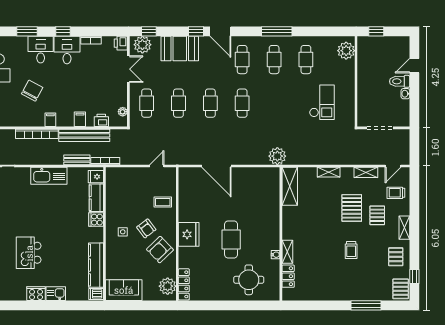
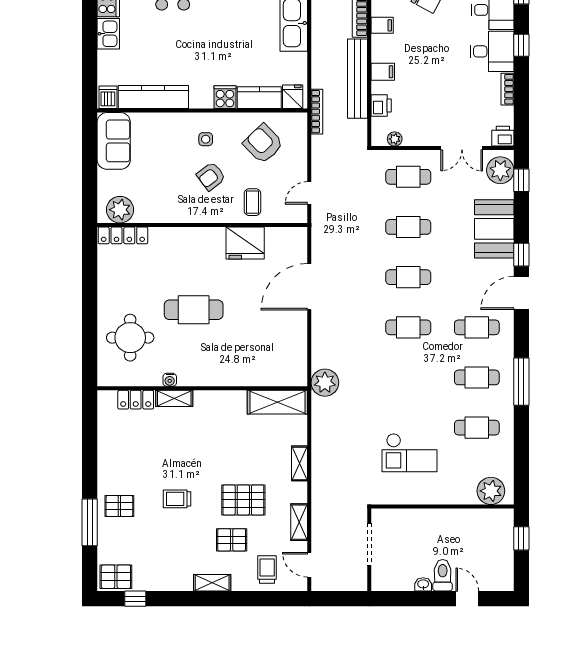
bench: (77, 160) -> (319, 67), removed
door: (157, 166) -> (309, 193), swing flipped
fridge: (189, 234) -> (245, 243), moved
armchair: (160, 250) -> (263, 144), moved
pallet: (396, 257) -> (119, 506), moved

